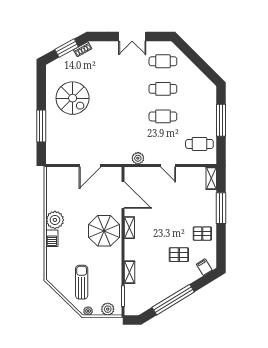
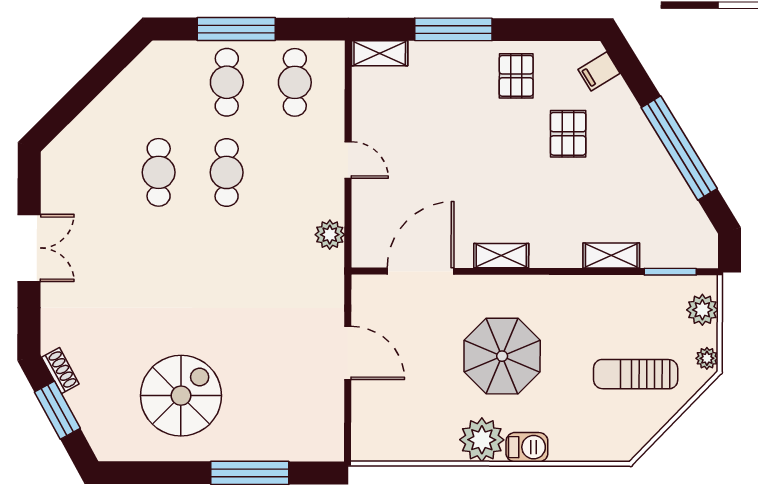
cafe table: (163, 61) -> (227, 82), moved
door: (168, 166) -> (348, 160), hinge flipped
parasol: (104, 231) -> (502, 356), moved

